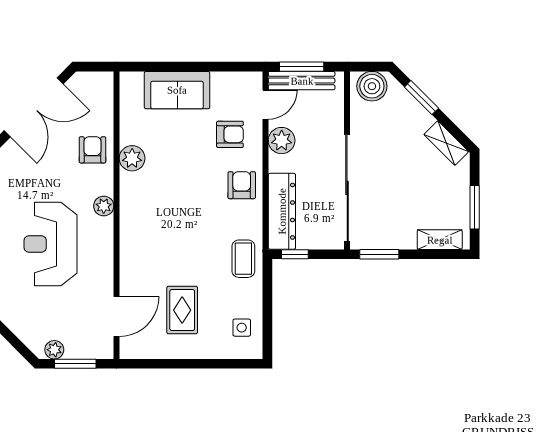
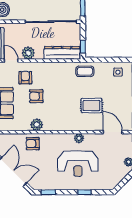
armchair: (242, 185) -> (36, 96), moved
plant: (104, 206) -> (79, 138), moved
rug: (182, 310) -> (92, 106), moved

